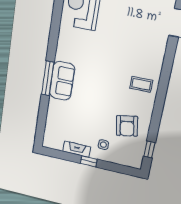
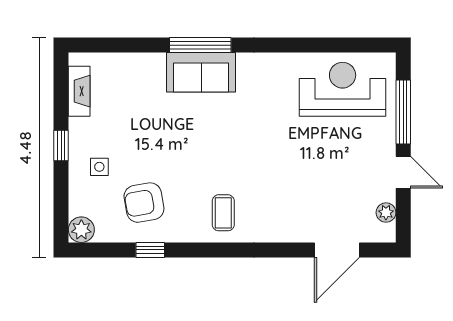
fireplace: (77, 149) -> (79, 91), moved
window: (149, 149) -> (150, 250), moved
plant: (135, 162) -> (81, 230), added

